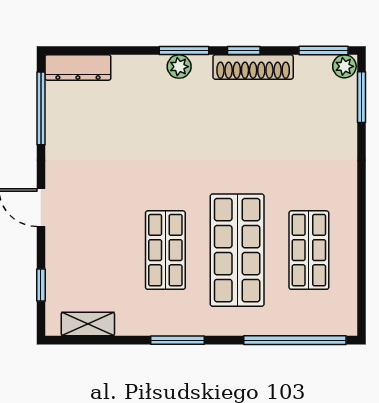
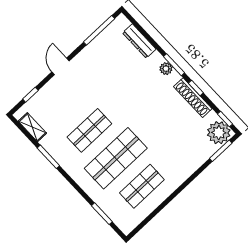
window: (324, 50) -> (225, 119), width x0.67
plant: (344, 66) -> (219, 133), width x1.88, depth x1.88
dresser: (78, 68) -> (139, 41), moved
window: (178, 340) -> (48, 157), moved
window: (295, 340) -> (102, 214), width x0.47

